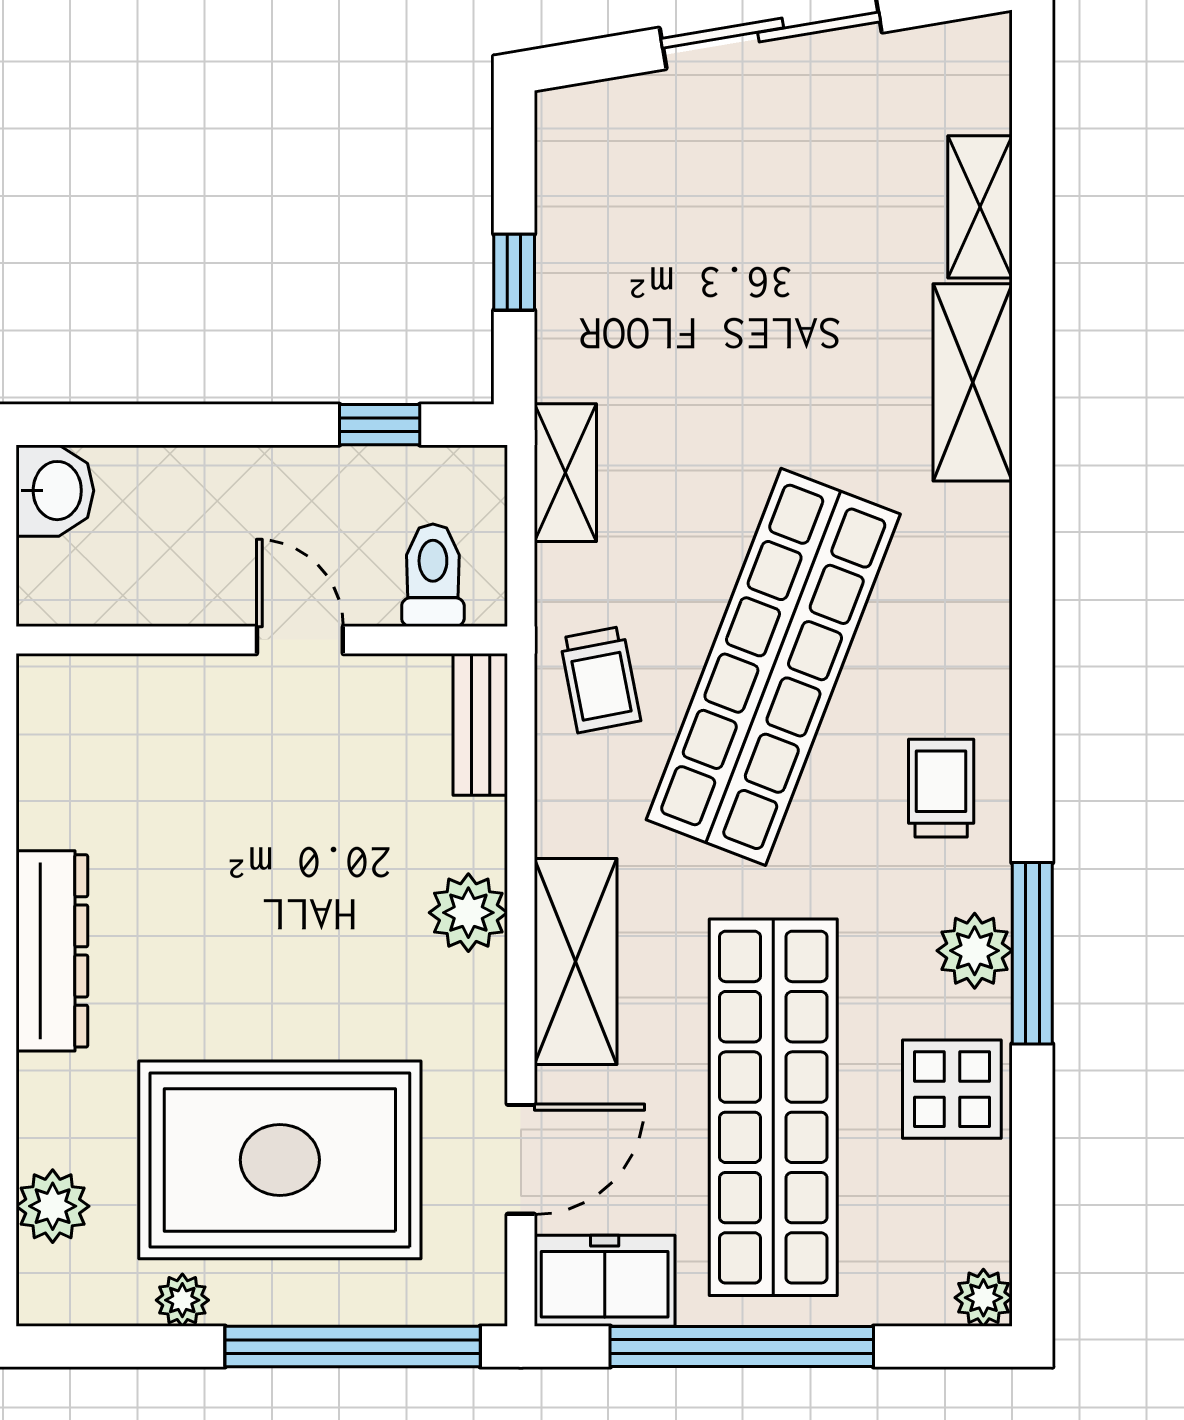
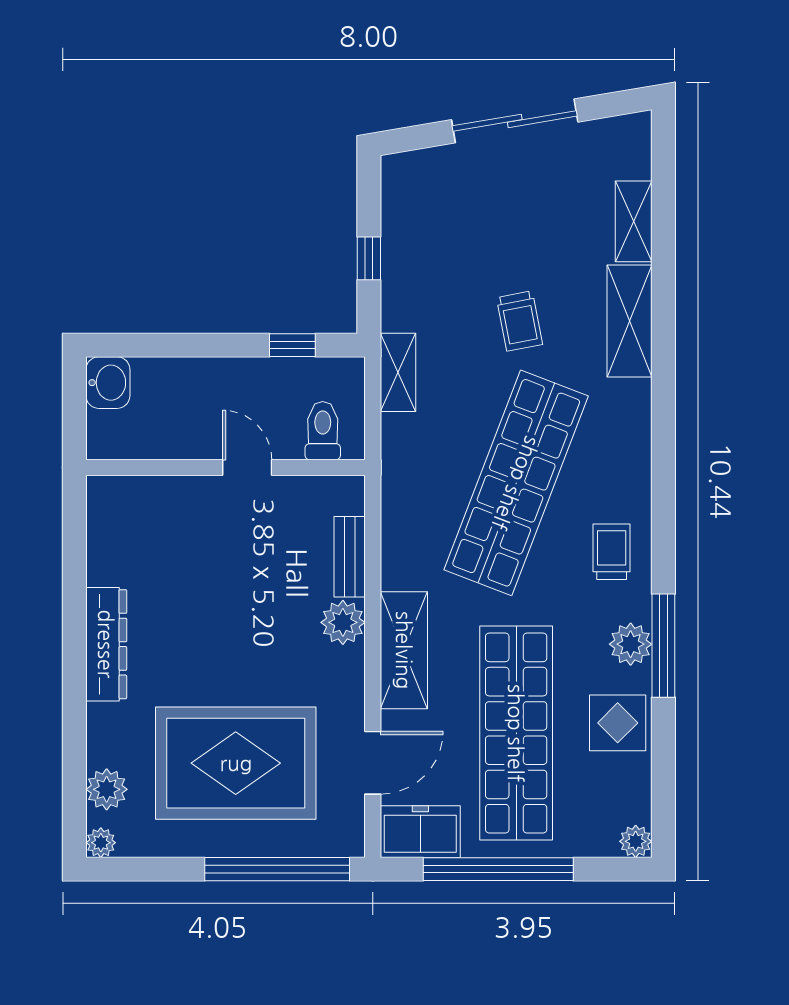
trolley: (600, 680) -> (519, 321), moved
bench: (480, 724) -> (350, 557), moved
plant: (182, 1300) -> (101, 843), moved

